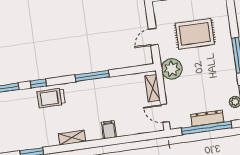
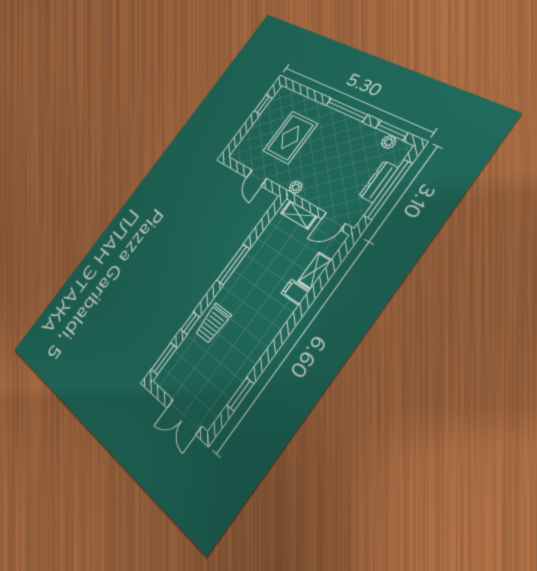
plant: (172, 69) -> (296, 187), width x0.53, depth x0.53
shelving: (72, 138) -> (315, 271), moved

